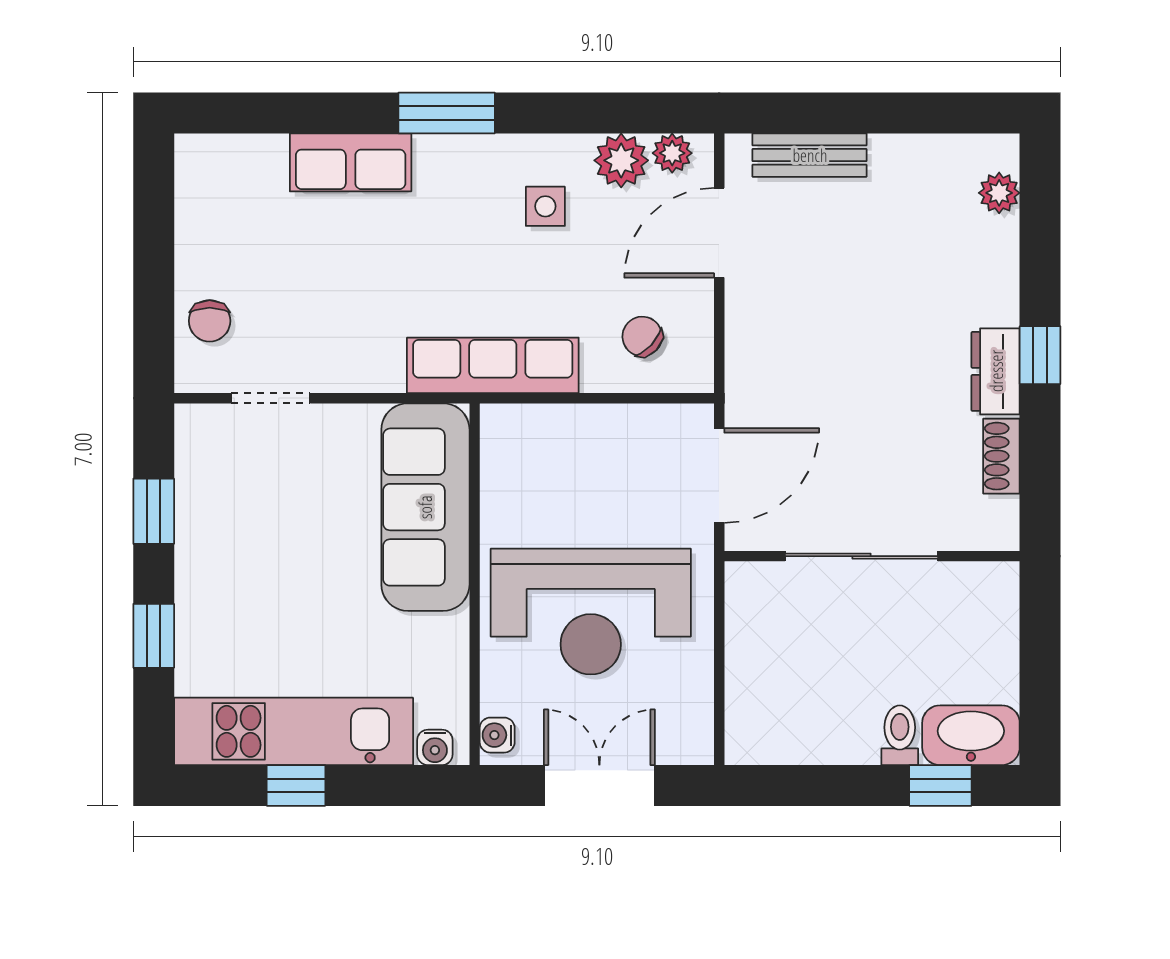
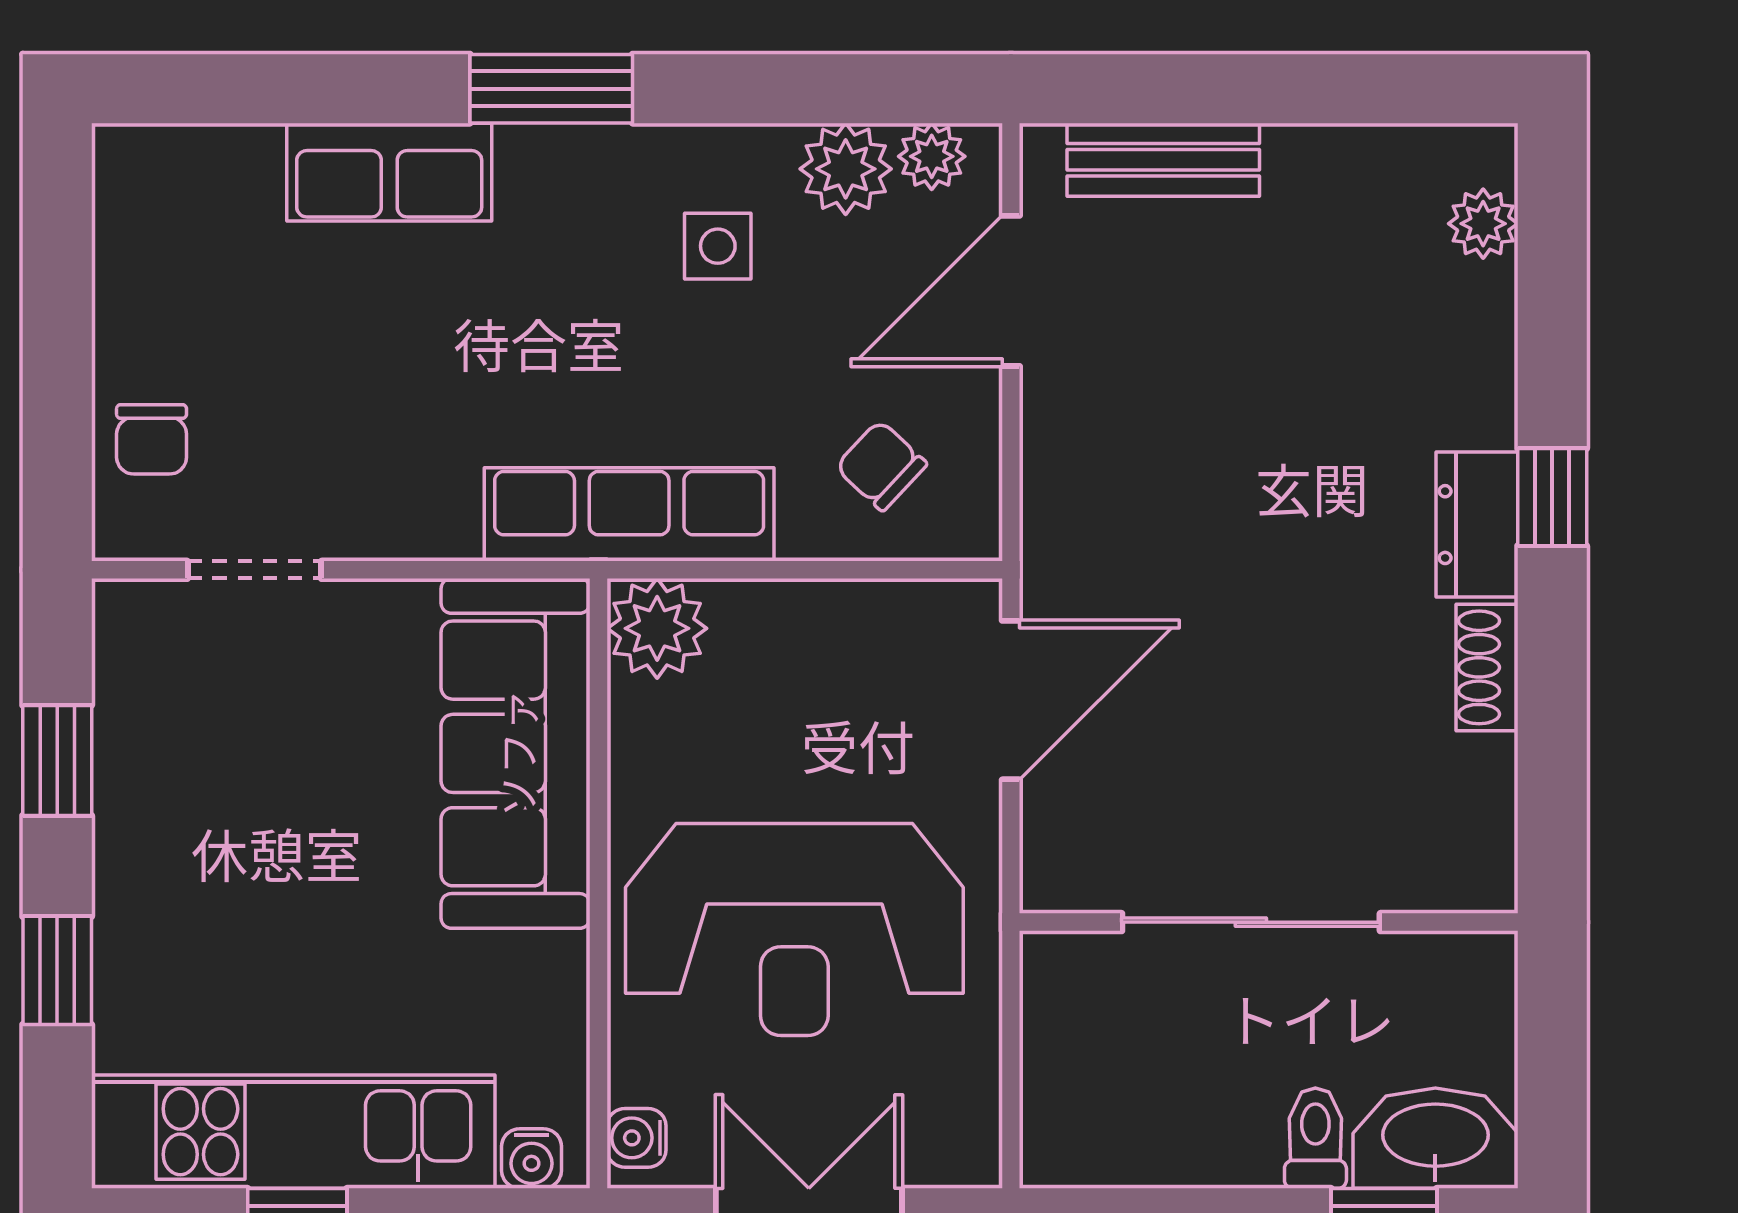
plant: (509, 433) -> (657, 628), added
sliding door: (861, 556) -> (1251, 922), moved
wall: (872, 556) -> (1269, 922), moved

